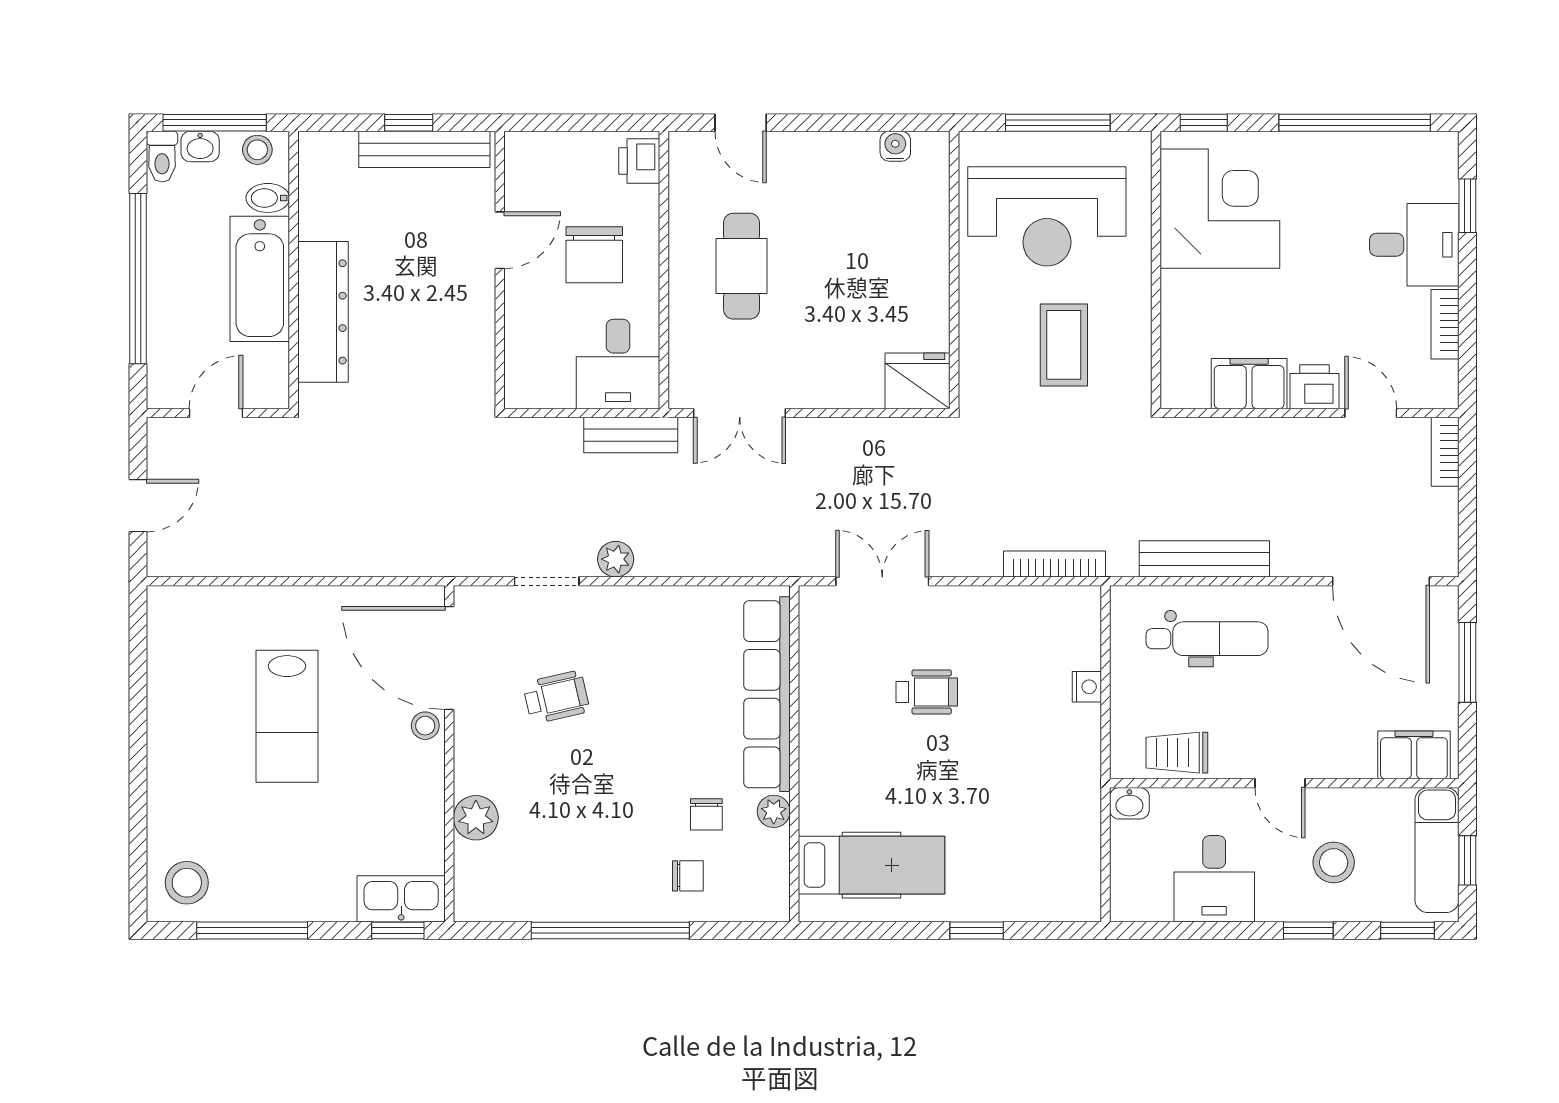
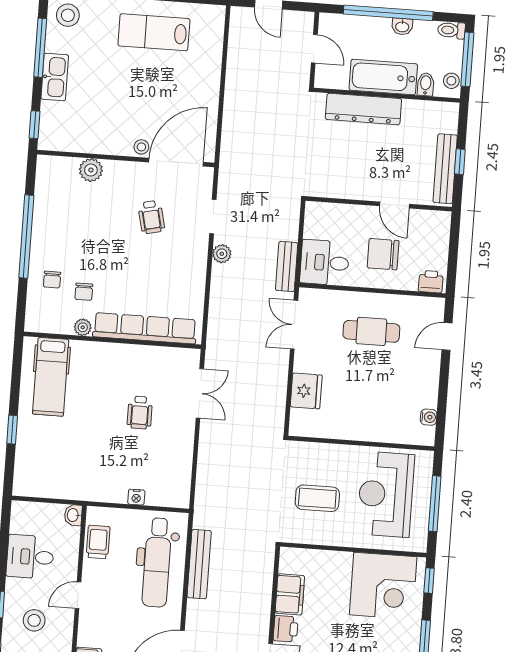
washbasin: (200, 146) -> (402, 26), moved, turned -90
fridge: (917, 381) -> (306, 391), moved
bookcase: (1054, 564) -> (202, 485), removed
dental chair: (1207, 639) -> (157, 562), width x1.36, depth x1.38
lab bench: (287, 716) -> (154, 32), moved
chair: (706, 814) -> (84, 292), turned -90
kitchen sink: (401, 899) -> (55, 77), moved

